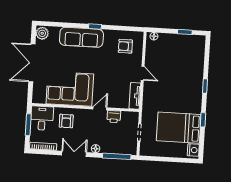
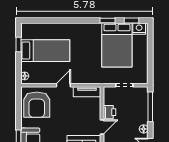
armchair: (125, 46) -> (37, 105), width x1.88, depth x1.88
bed: (177, 58) -> (45, 51), added
window: (205, 86) -> (131, 20), moved
door: (100, 108) -> (102, 127), swing flipped

